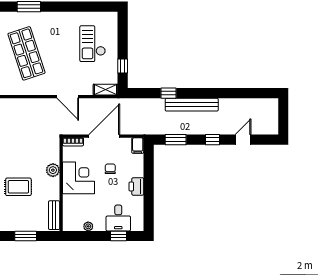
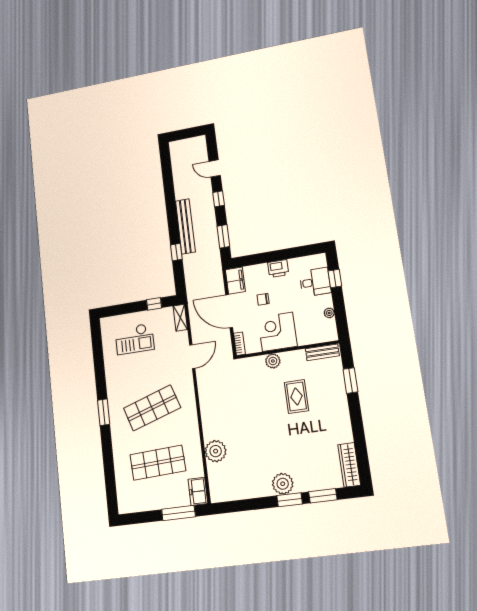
filing cabinet: (138, 146) -> (235, 281), width x2.00

